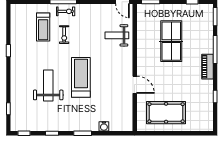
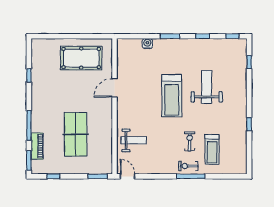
treadmill: (43, 27) -> (212, 149), turned 180
piano: (207, 67) -> (37, 146), moved
door: (135, 85) -> (115, 88), hinge flipped
weight bench: (48, 86) -> (207, 87), turned 180

